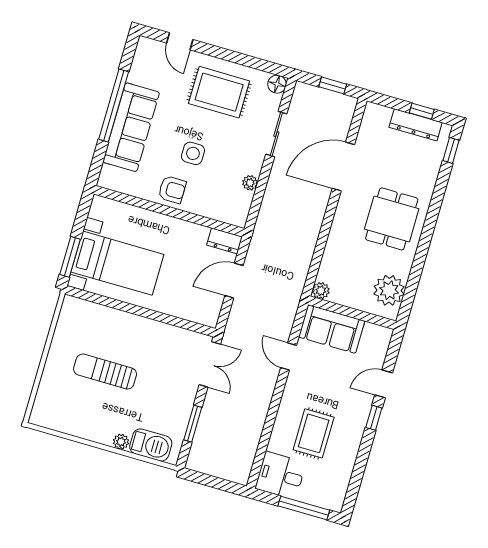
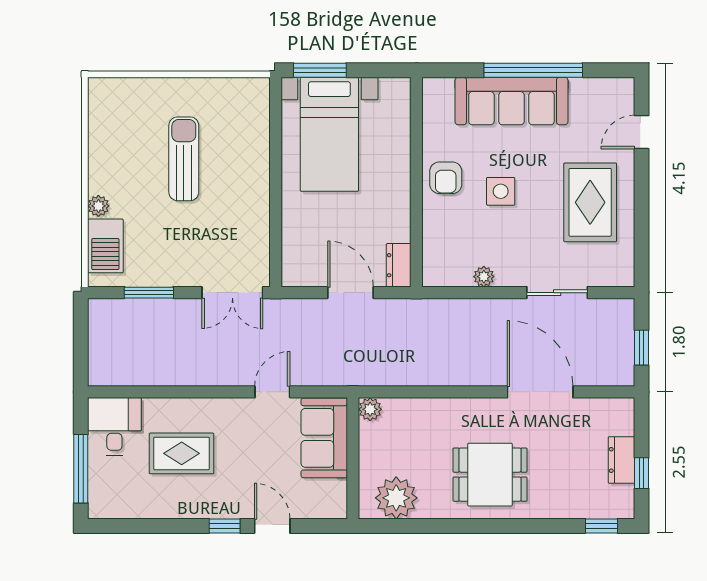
floor lamp: (277, 84) -> (622, 275), removed
dresser: (416, 125) -> (621, 460), width x0.70

